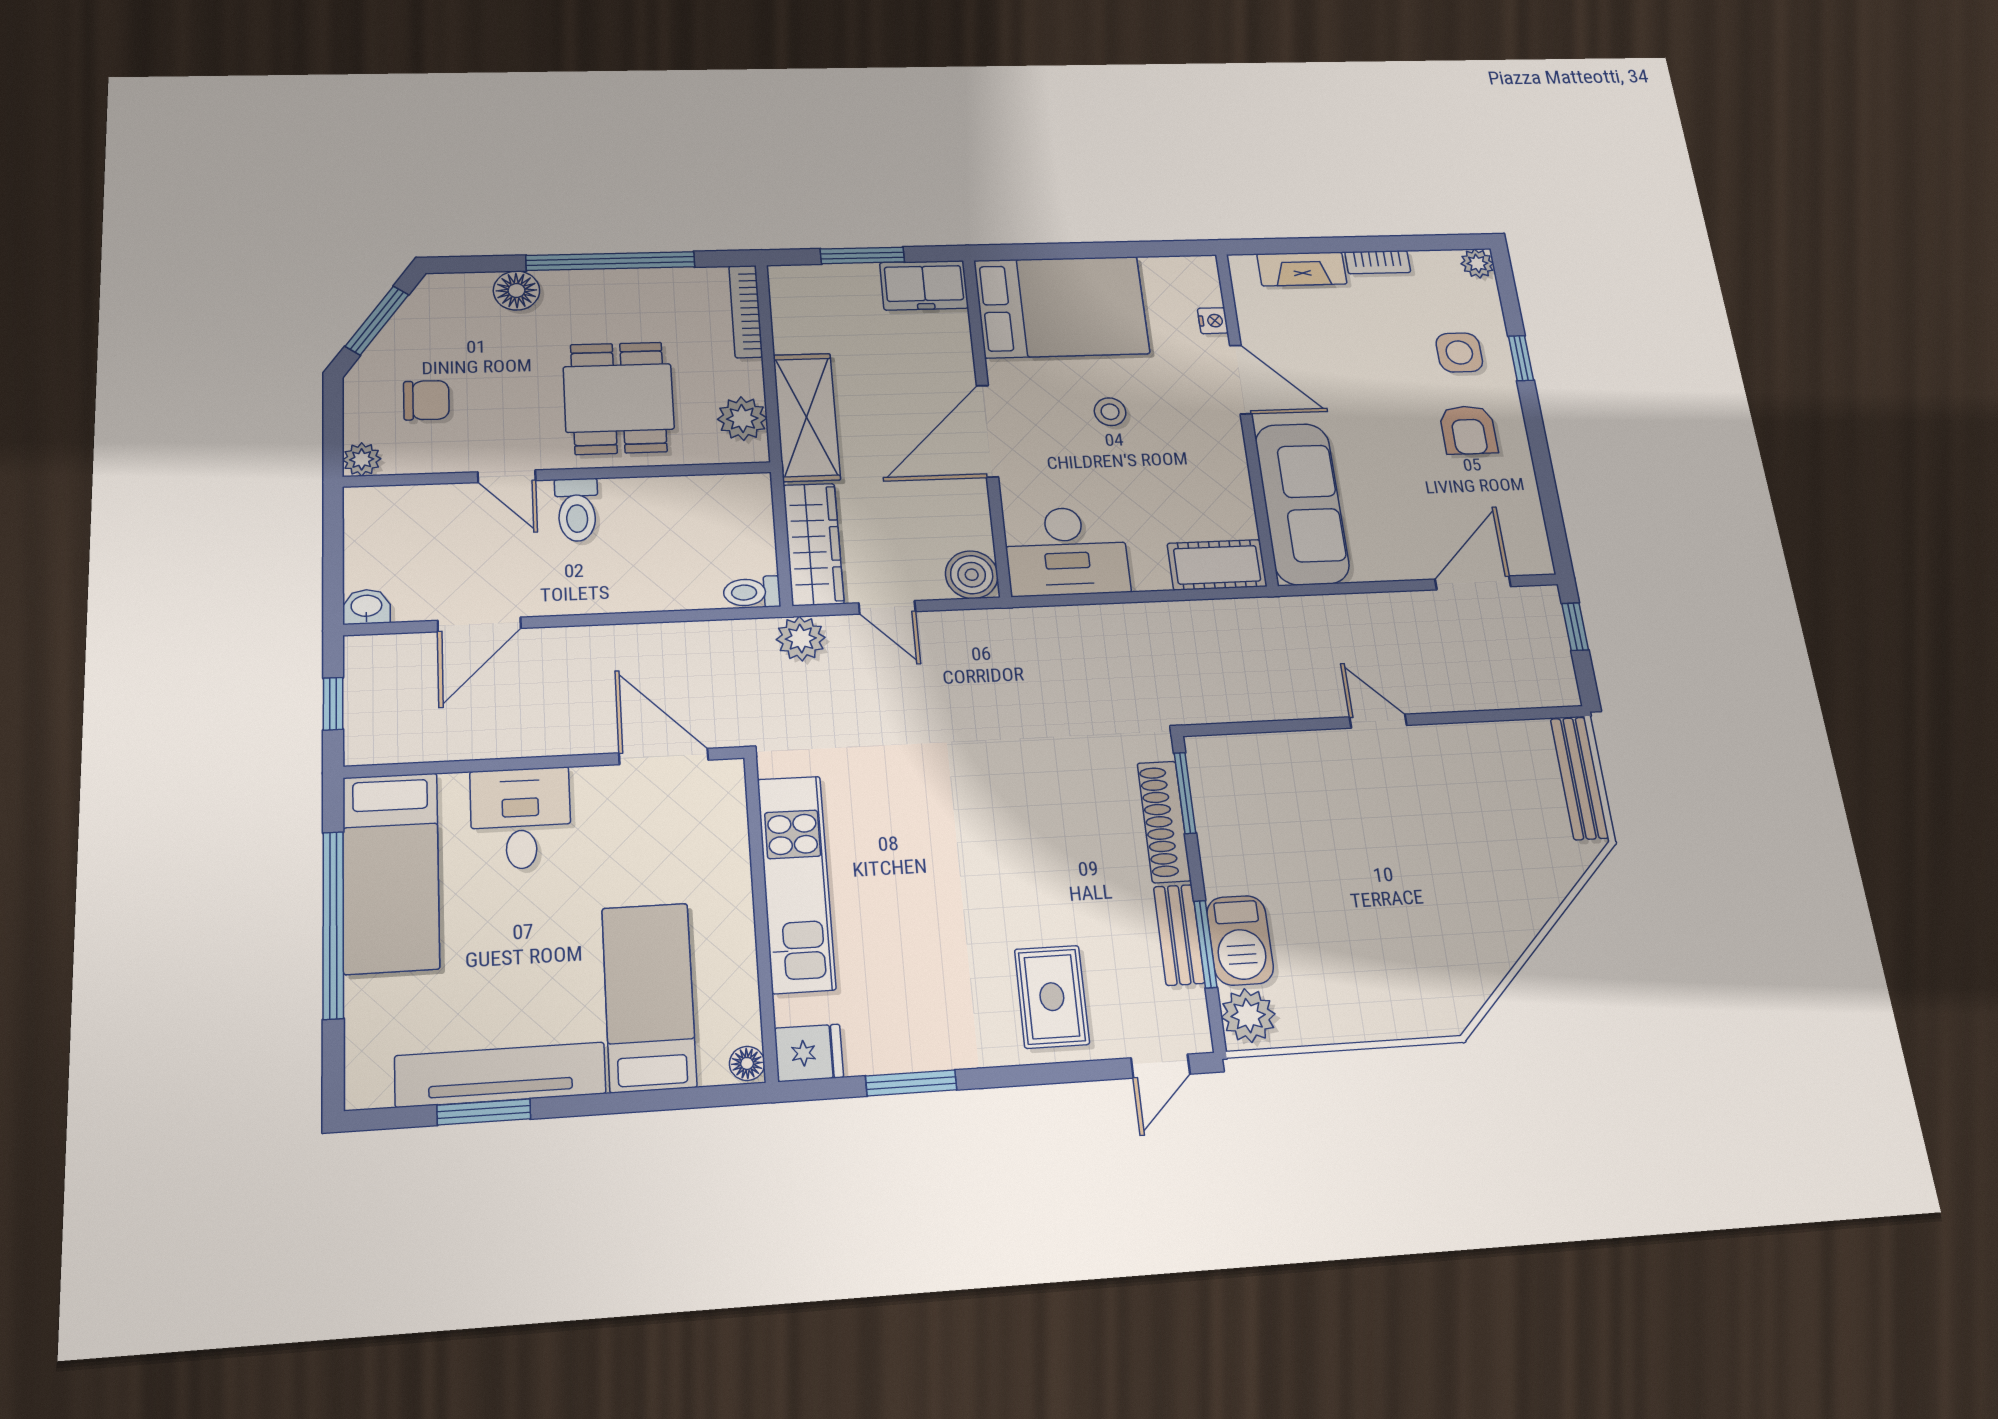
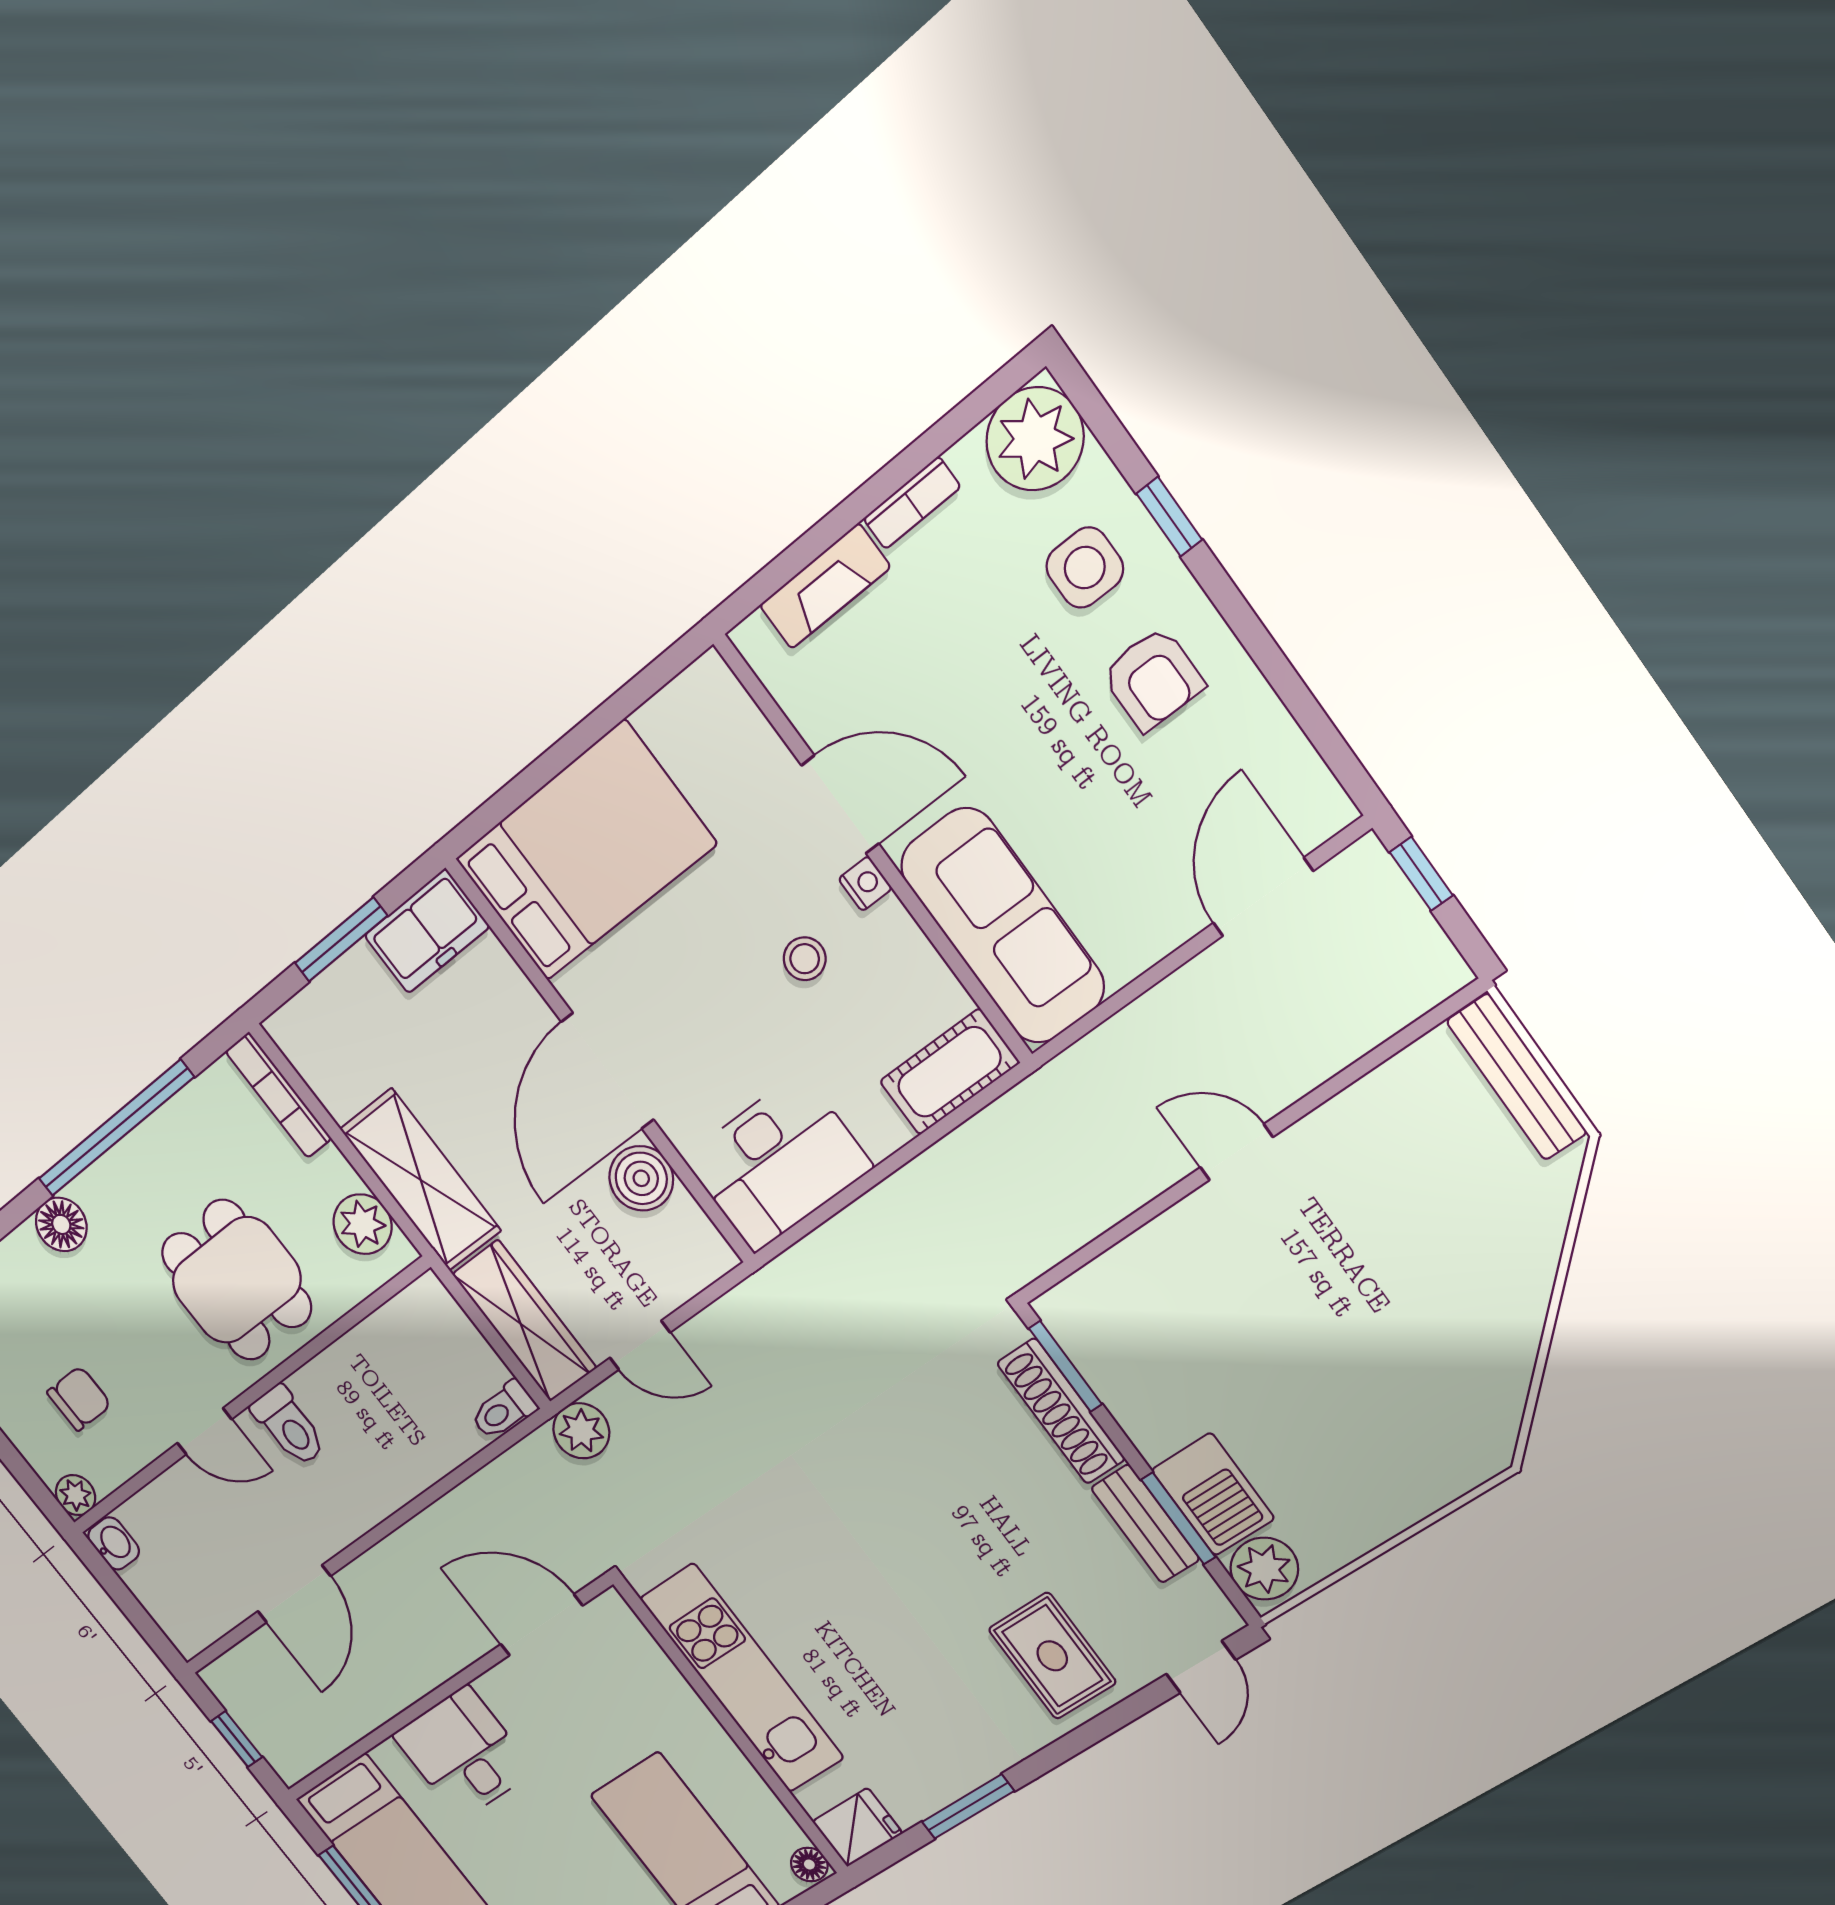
plant: (1477, 263) -> (1035, 439), width x1.87, depth x1.87
nightstand: (1213, 321) -> (865, 884), moved
stool: (1110, 412) -> (805, 959), moved
boiler: (972, 575) -> (641, 1178), moved
washbasin: (366, 607) -> (114, 1543), moved, turned 90

